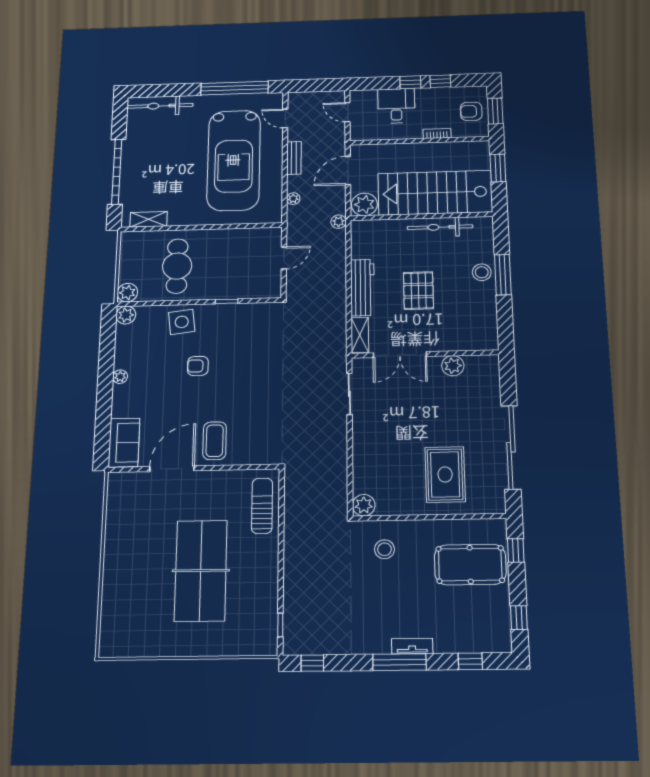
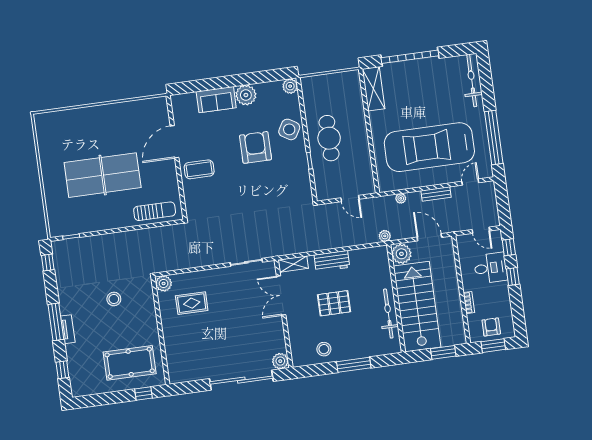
window: (440, 81) -> (509, 247), moved
door: (347, 112) -> (481, 230), swing flipped
shelving: (149, 219) -> (373, 89), width x1.50, depth x1.33
cafe table: (177, 266) -> (329, 138), moved, turned 90
stool: (482, 272) -> (324, 349), moved
workbench: (362, 288) -> (332, 261), width x0.73
plant: (127, 293) -> (308, 84), removed
side table: (182, 322) -> (289, 129), turned 38
armchair: (198, 366) -> (256, 147), width x1.88, depth x1.88
plant: (453, 366) -> (280, 361), moved
plant: (120, 377) -> (246, 95), width x1.88, depth x1.88
sofa: (124, 443) -> (216, 100), moved
sliding door: (511, 447) -> (241, 380), moved
door: (172, 469) -> (174, 142), swing flipped
rug: (445, 474) -> (192, 303), moved, width x0.73, depth x0.70
stool: (385, 549) -> (114, 299), moved
pool table: (470, 565) -> (130, 363), turned 90
window: (519, 618) -> (96, 400), removed

